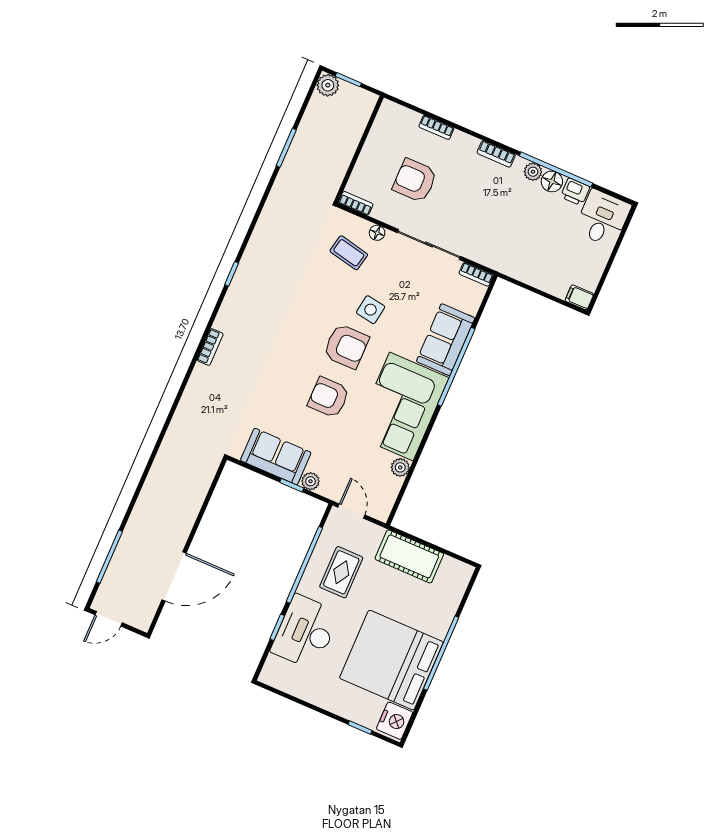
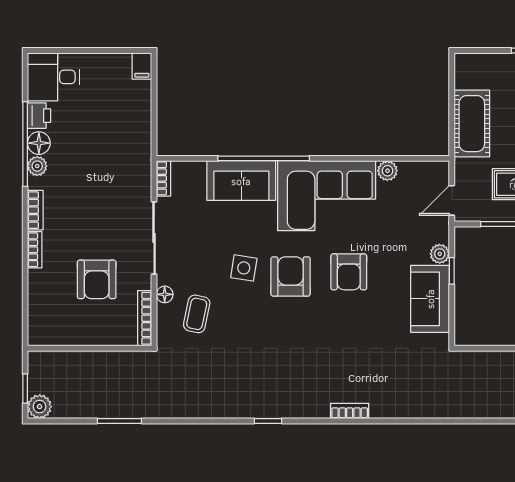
bookcase: (436, 127) -> (35, 250), moved
bookcase: (356, 203) -> (145, 318), width x1.56

